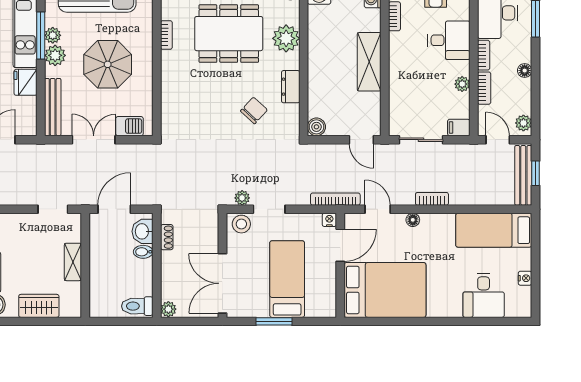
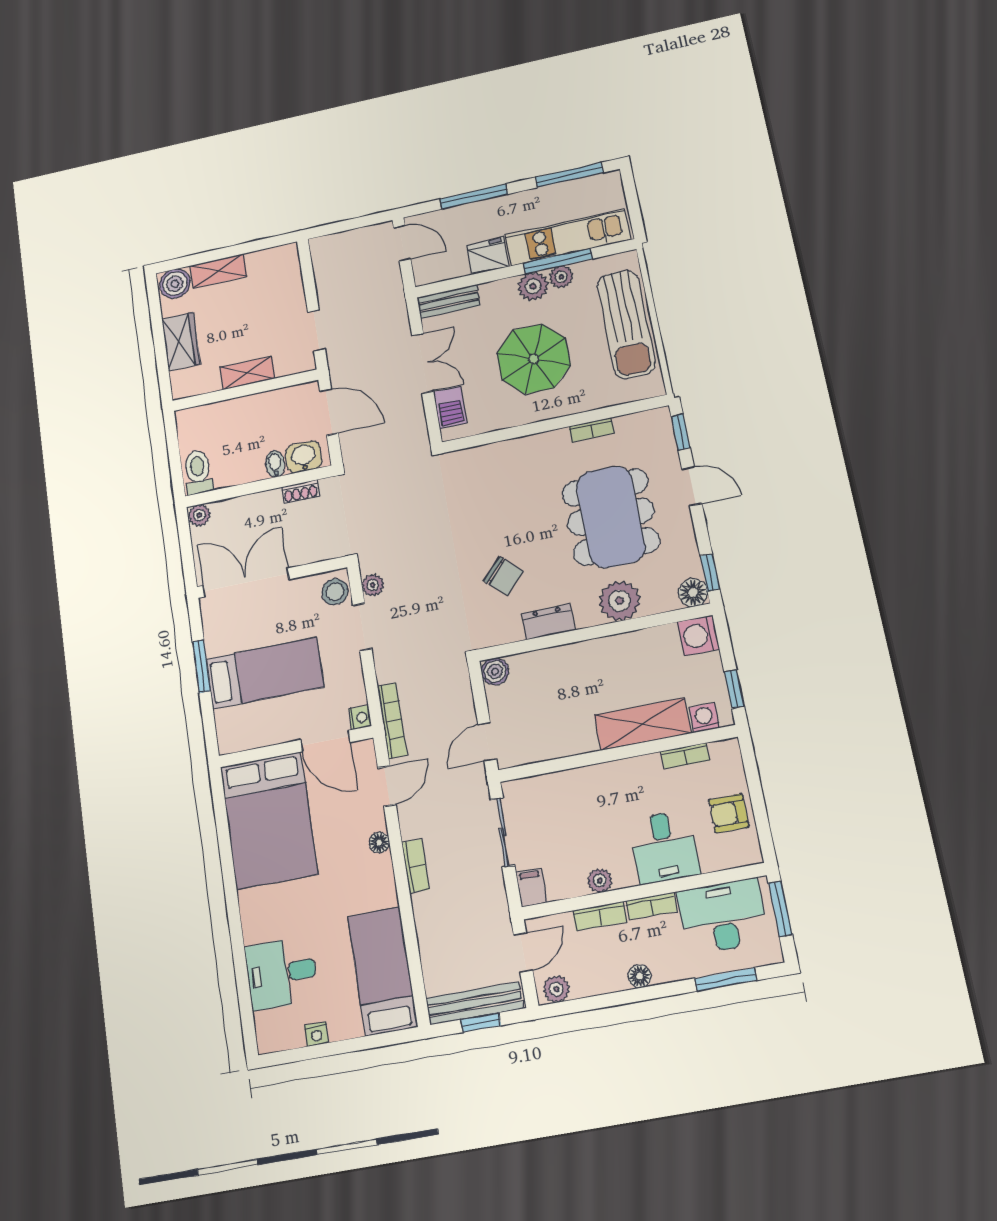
shelving: (369, 62) -> (643, 724), moved
bench: (53, 107) -> (448, 301), width x0.73

